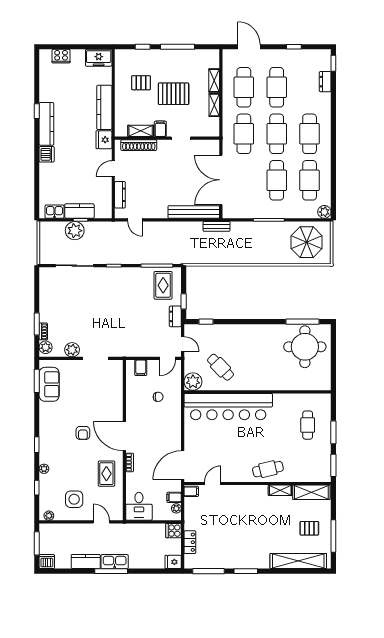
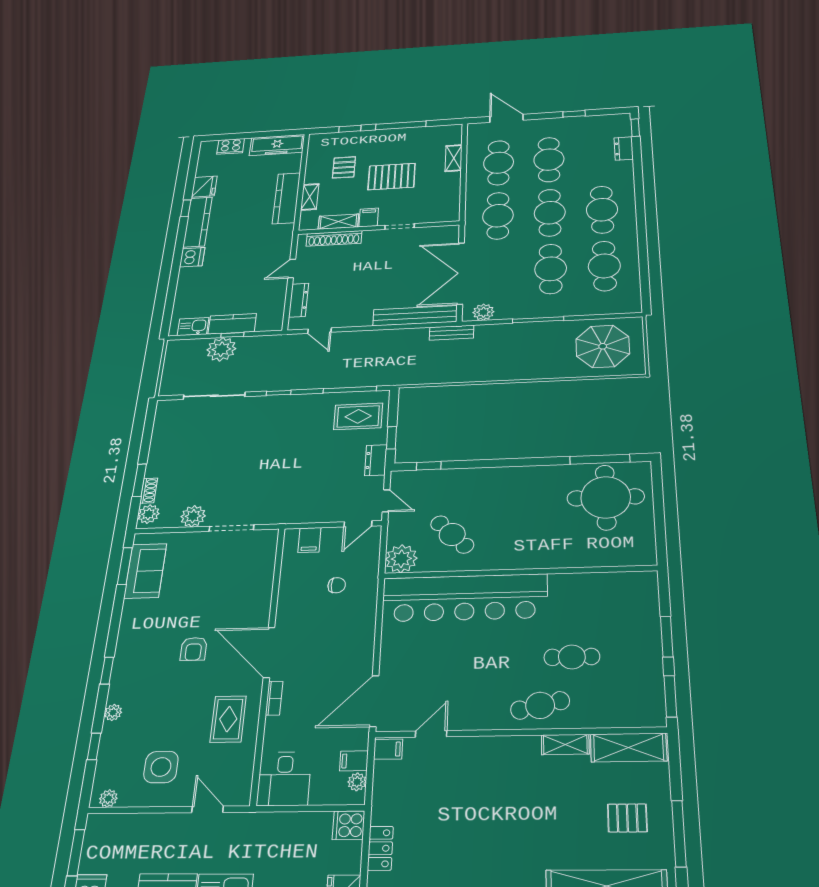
freezer: (99, 58) -> (277, 145), width x1.40
pallet: (141, 83) -> (344, 167), turned 90
shelving: (214, 105) -> (310, 197), moved
fridge: (104, 140) -> (204, 187), moved, turned 180
plant: (324, 212) -> (483, 312), moved
rug: (163, 285) -> (358, 416), turned 90
cafe table: (308, 425) -> (572, 657), moved, turned 90

